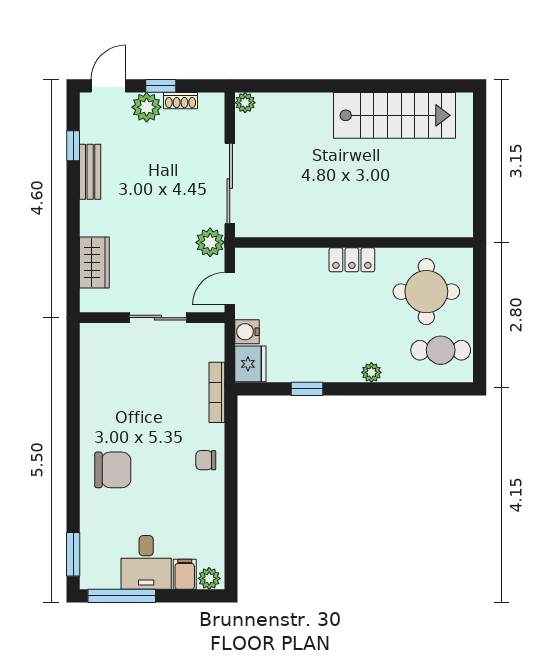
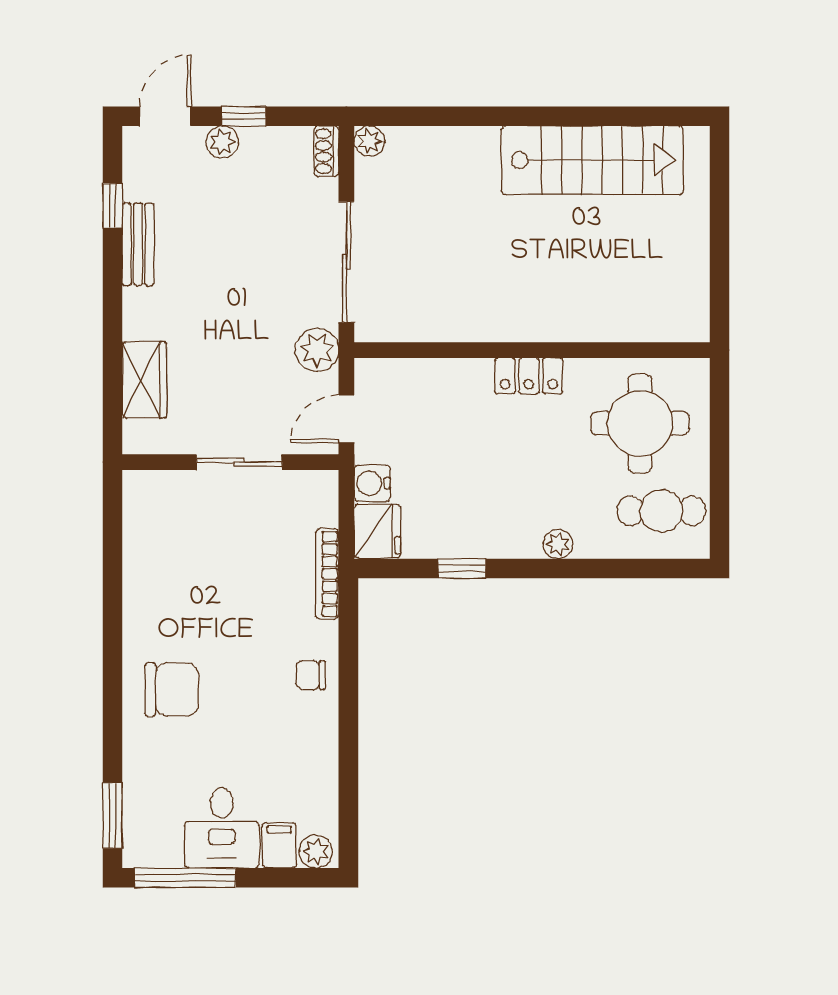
shoe rack: (180, 101) -> (326, 151), moved, turned 90
plant: (147, 107) -> (222, 142), width x0.73, depth x0.73

